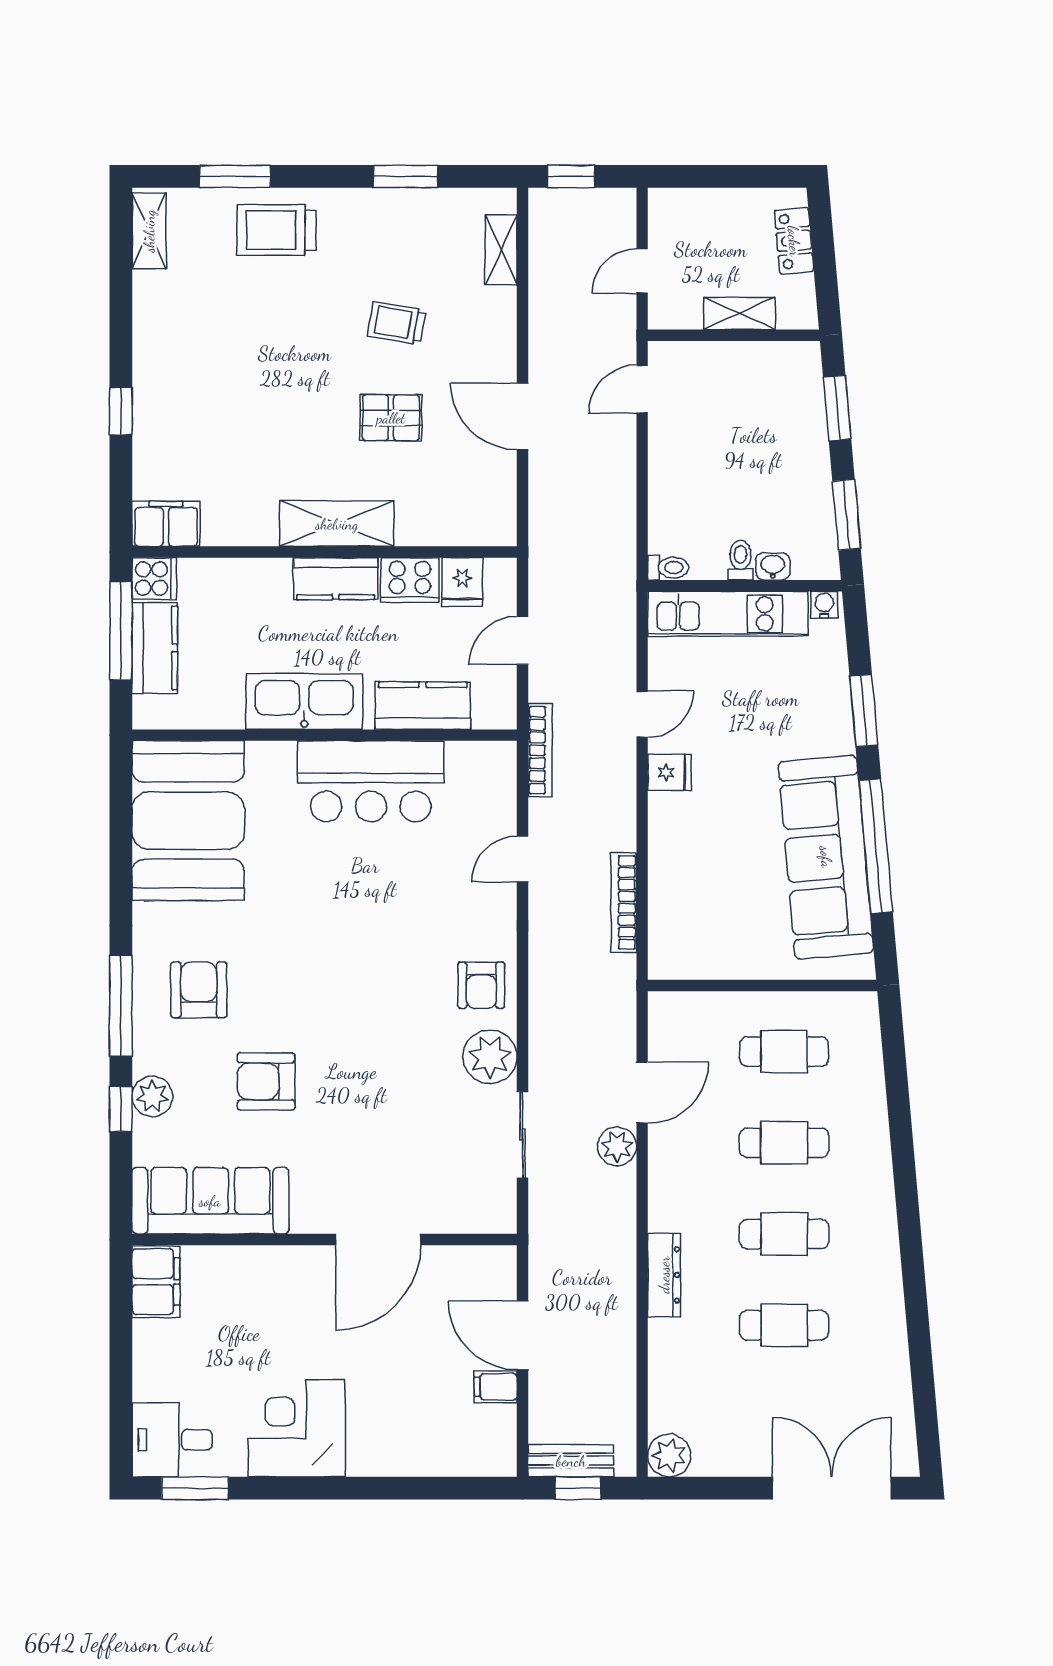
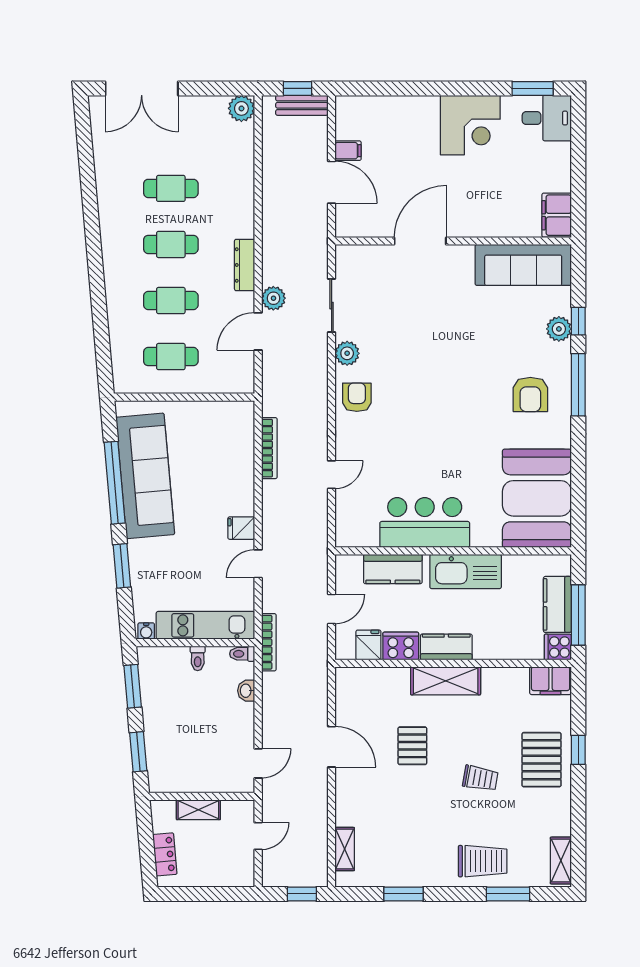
trolley: (397, 323) -> (480, 778), moved
pallet: (181, 395) -> (542, 760), added
pallet: (391, 418) -> (412, 746), turned 90
washbasin: (773, 566) -> (246, 691), moved, turned 90
bookcase: (540, 750) -> (269, 642), moved, turned 180
plant: (490, 1057) -> (347, 353), width x0.73, depth x0.73
armchair: (266, 1081) -> (489, 338), removed
dresser: (664, 1275) -> (245, 265), moved

